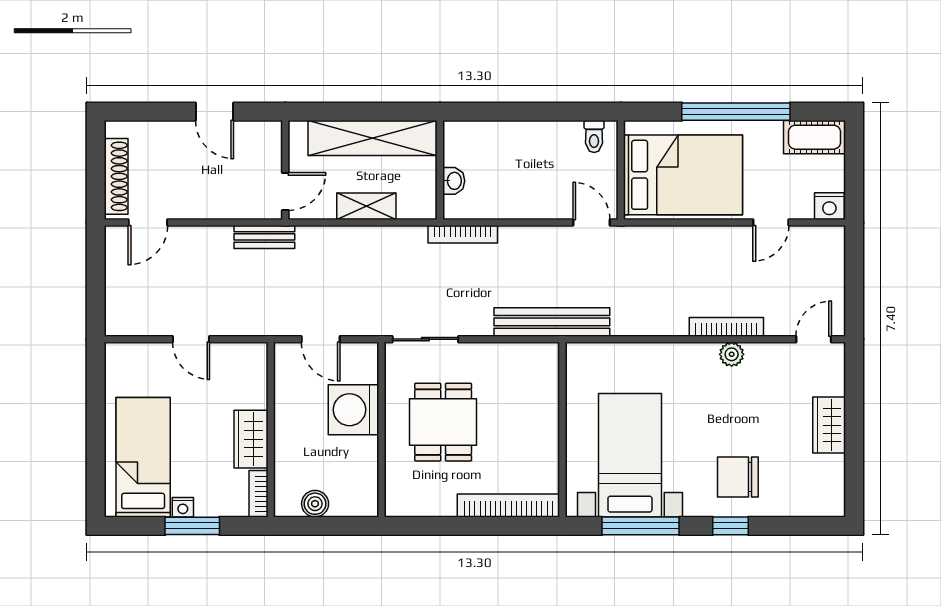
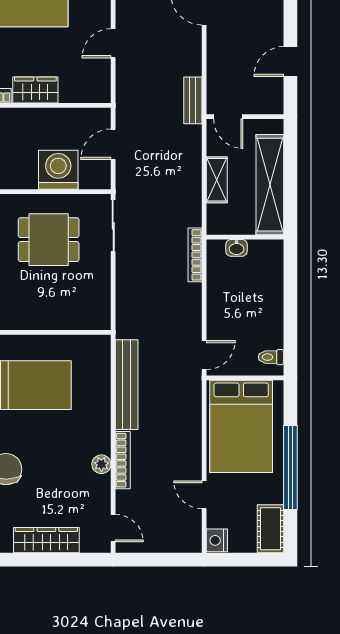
bench: (552, 322) -> (127, 385), moved
wardrobe: (829, 425) -> (46, 540), width x1.50

